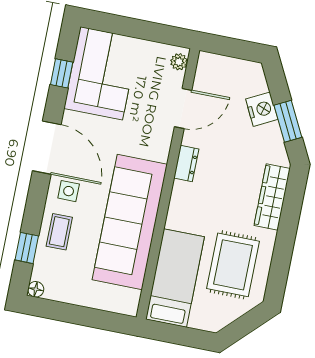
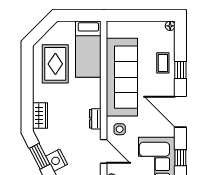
door: (183, 108) -> (104, 151), swing flipped
side table: (69, 191) -> (120, 129), moved
wardrobe: (272, 197) -> (40, 116), width x0.67
window: (27, 248) -> (180, 70), moved

